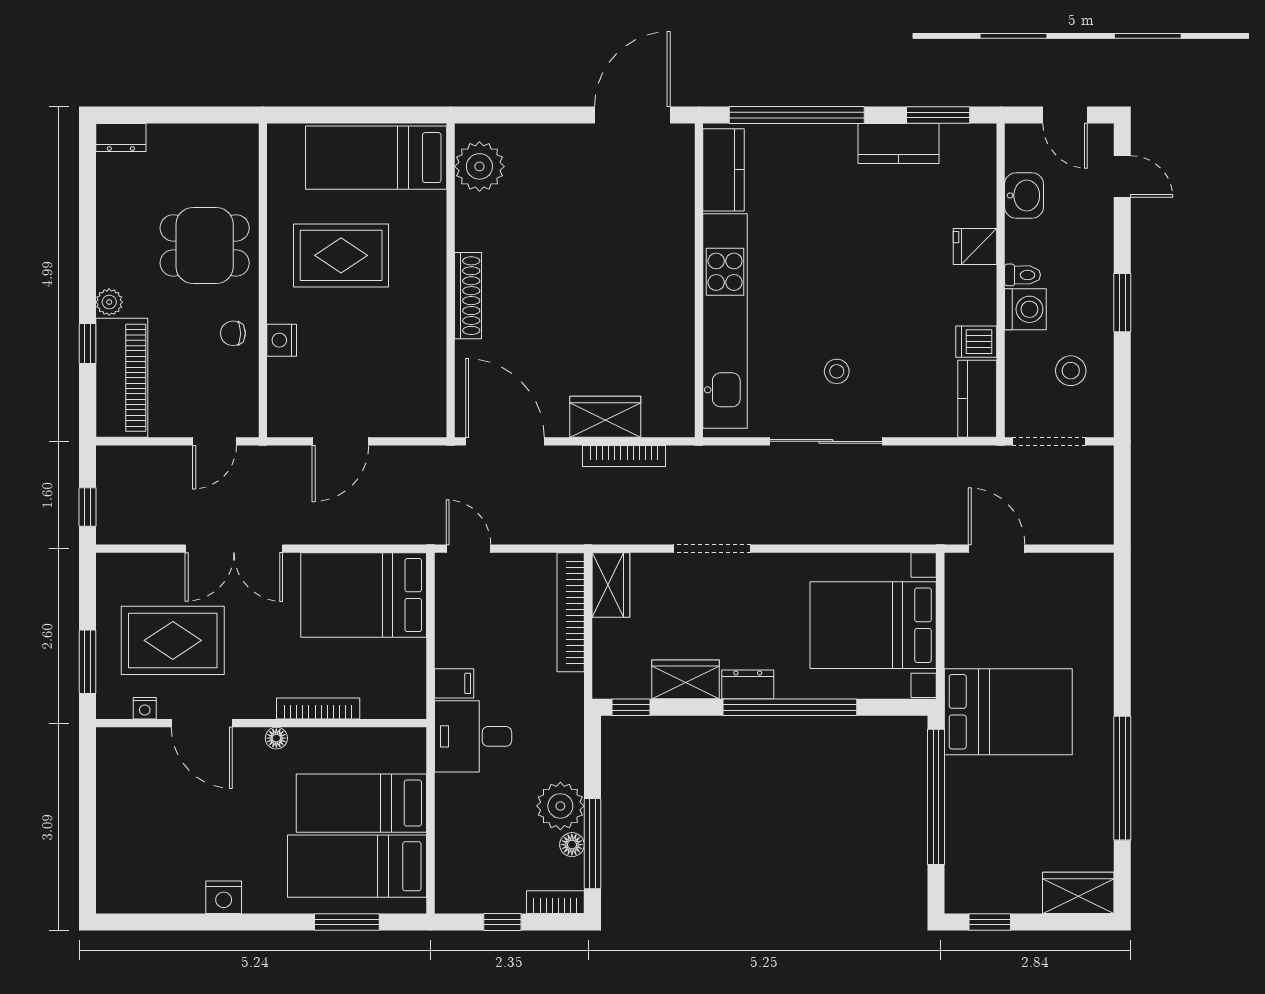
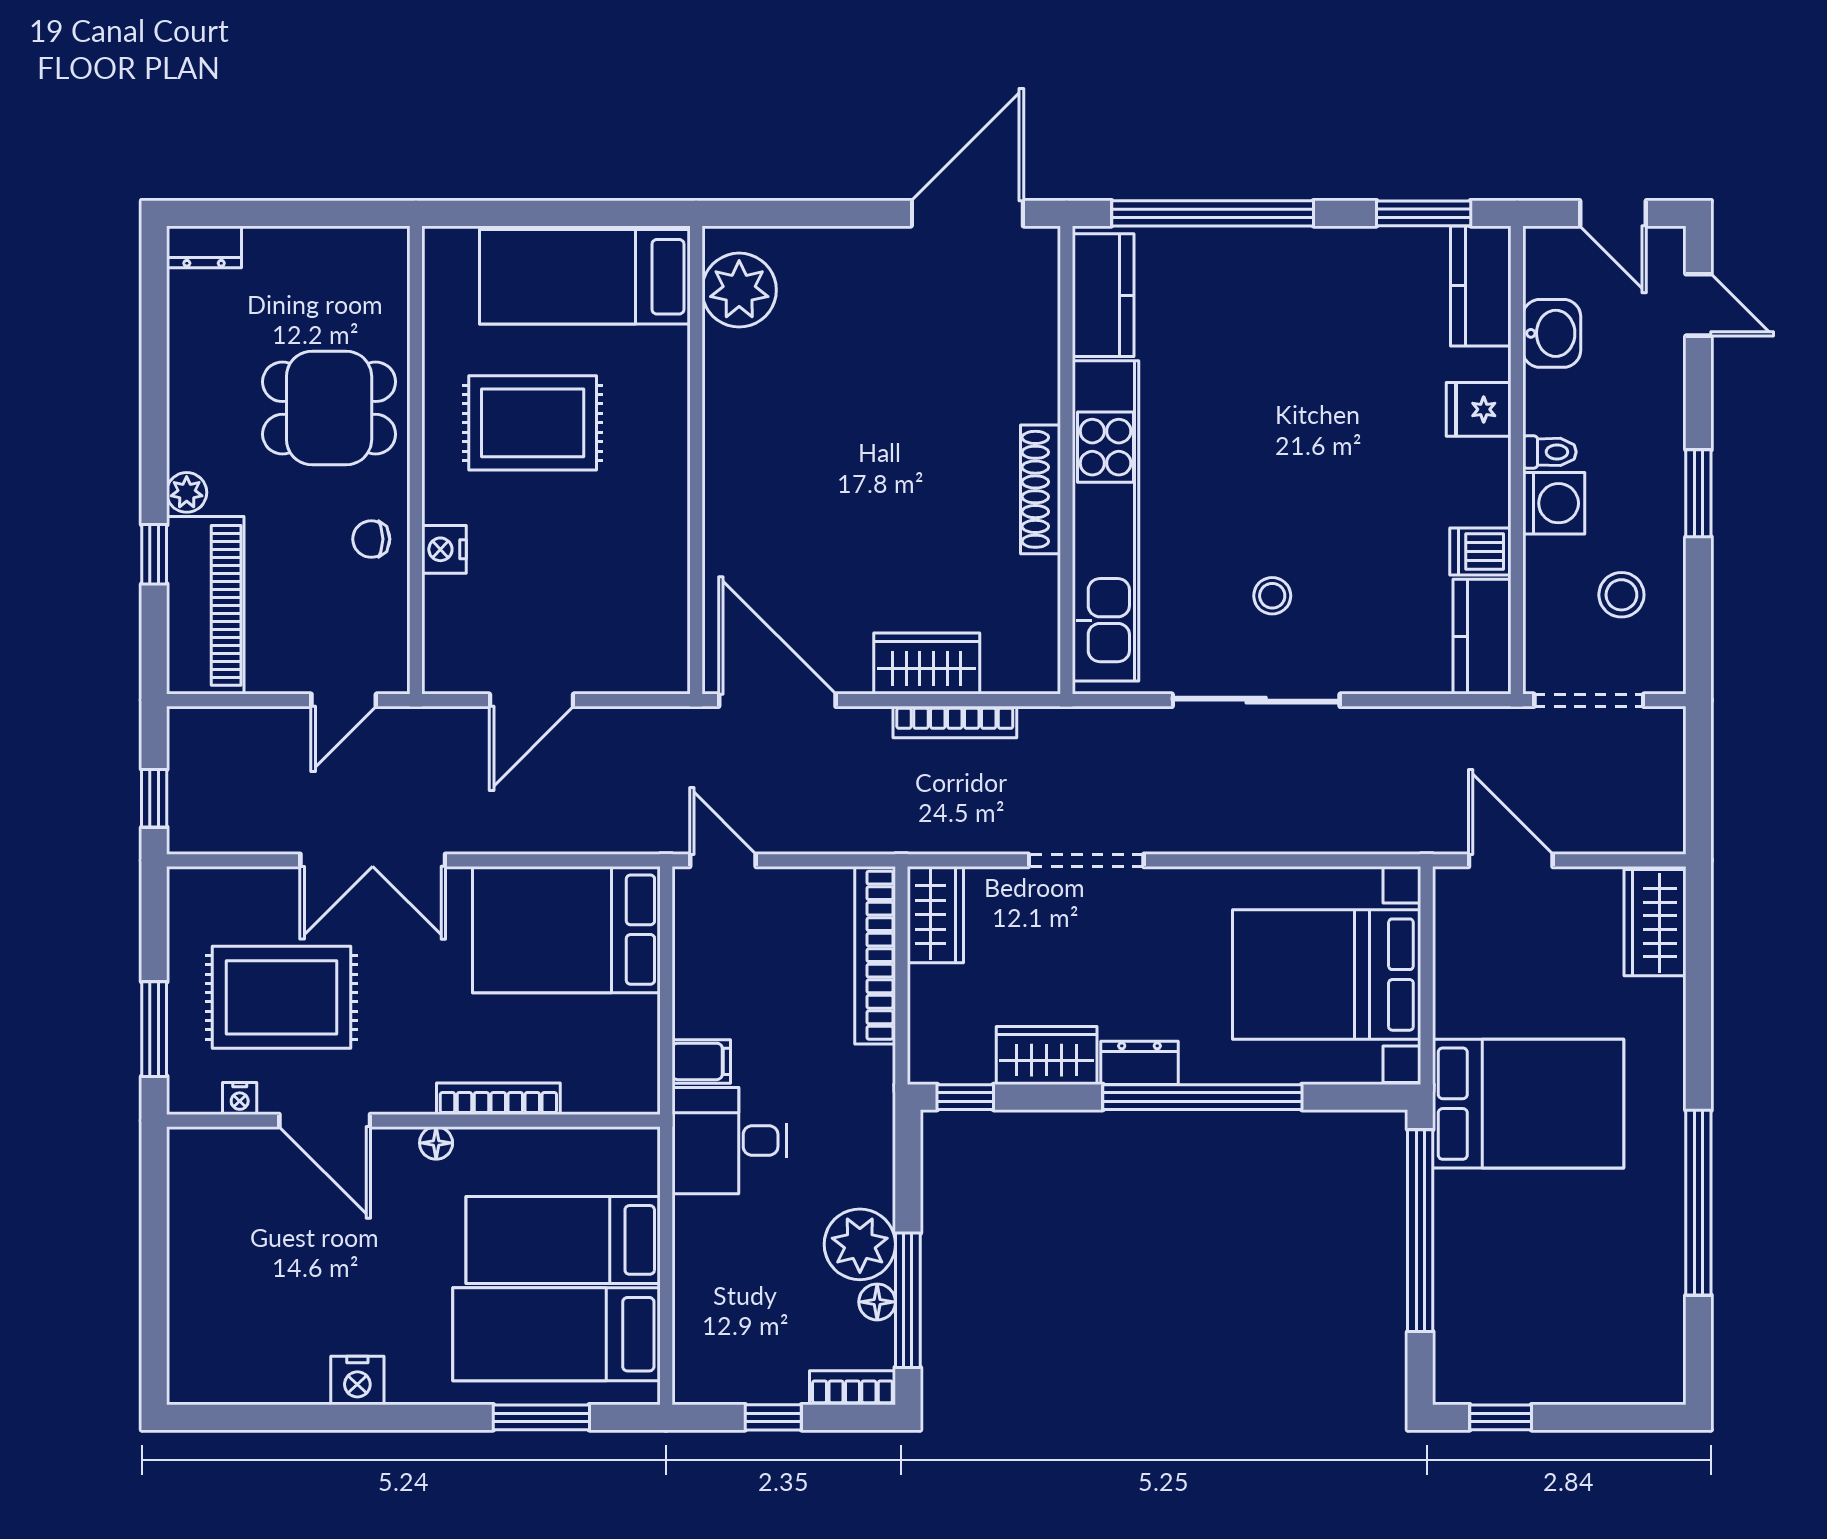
kitchen counter: (898, 144) -> (1481, 286), moved, turned 90
shoe rack: (468, 296) -> (1040, 489), moved, turned 180
wardrobe: (1078, 893) -> (1655, 923), moved, turned -90

